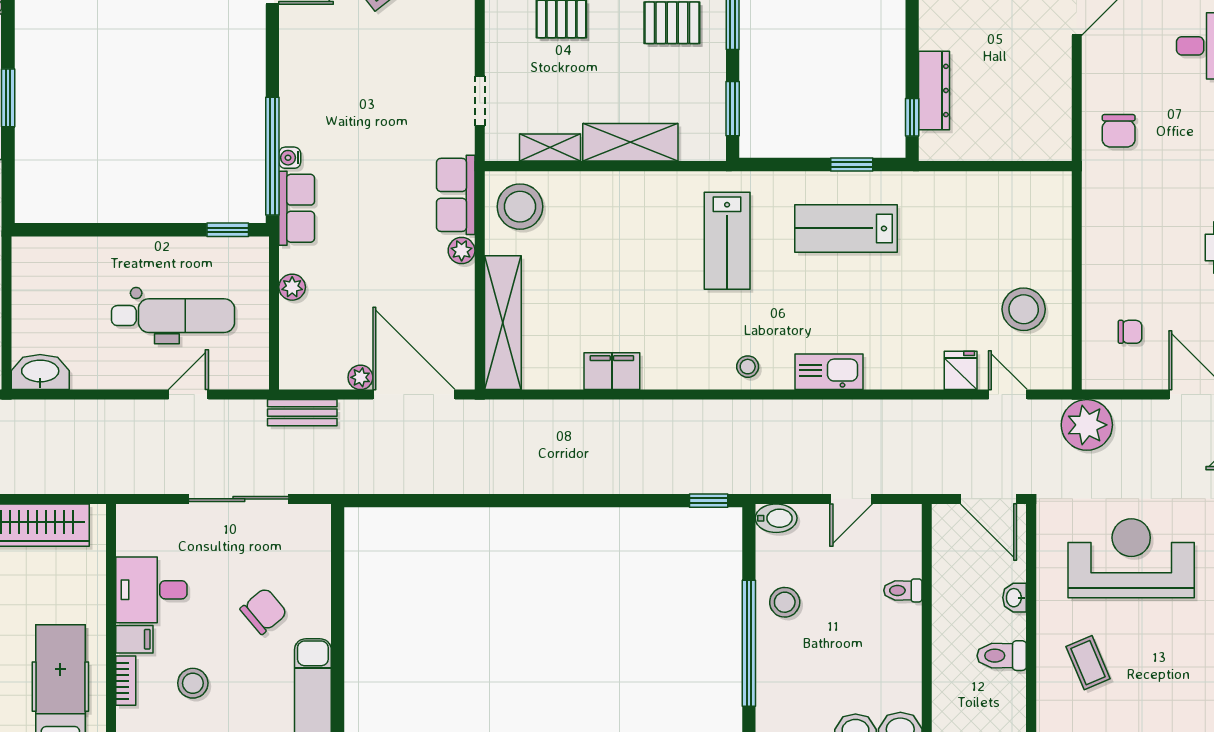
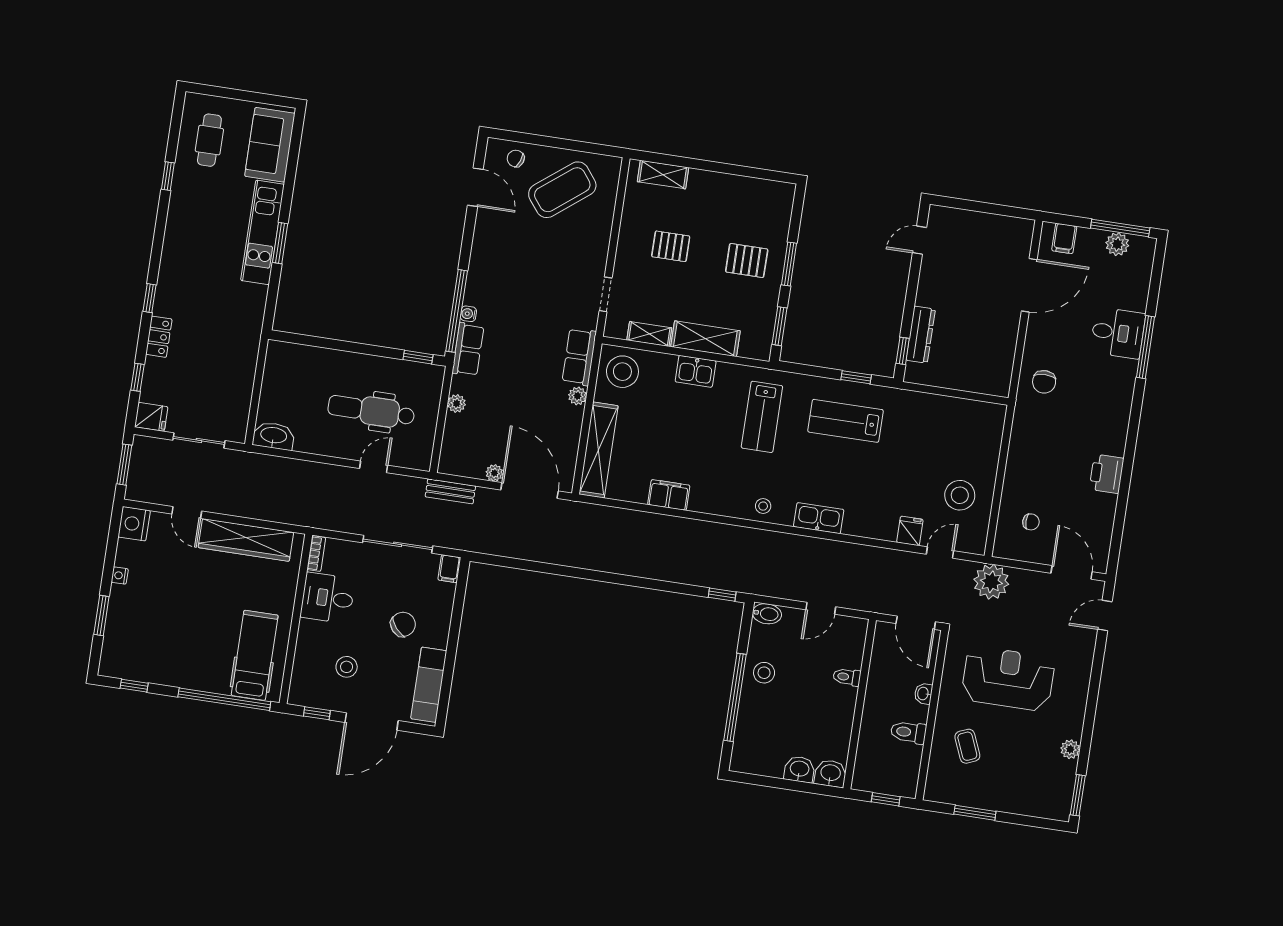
kitchen sink: (623, 190) -> (696, 371), added
dental chair: (173, 316) -> (371, 411), turned 180
door: (1008, 395) -> (940, 553), hinge flipped
filing cabinet: (134, 639) -> (449, 569), moved, turned 90
bookcase: (126, 681) -> (316, 554), moved

